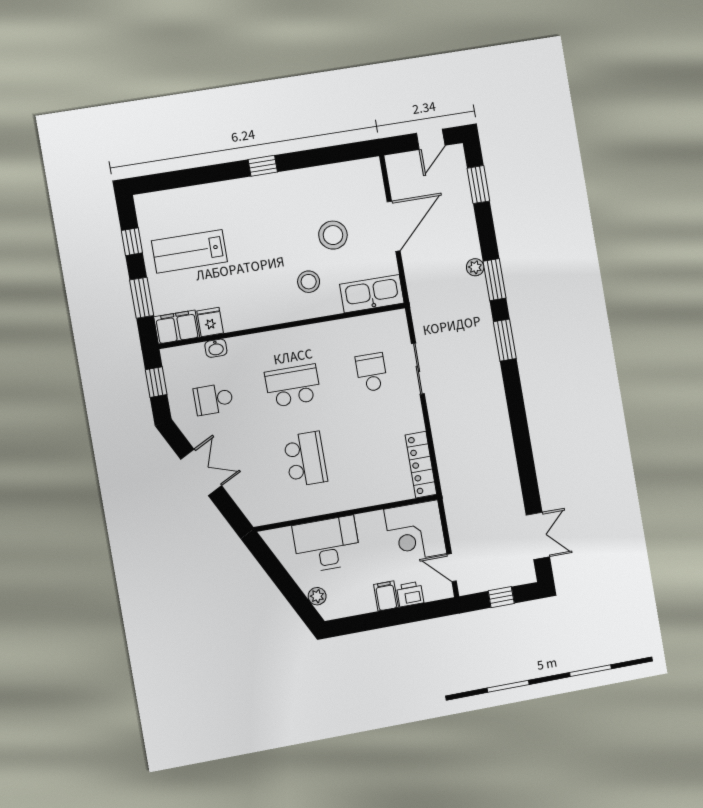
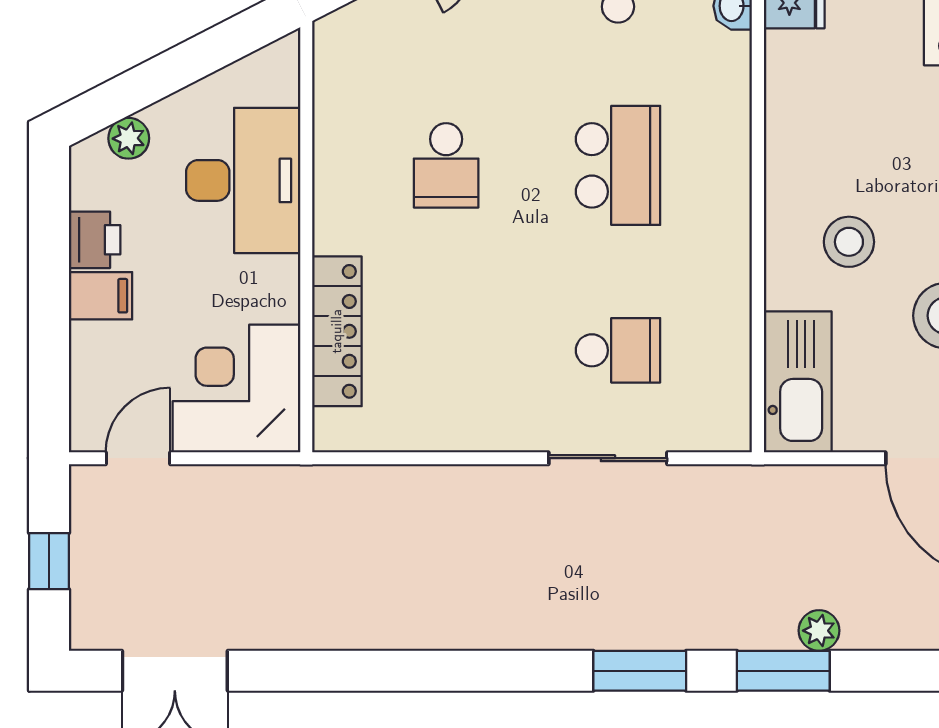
school desk: (305, 459) -> (446, 165), width x0.54
locker: (421, 465) -> (337, 331), moved, turned 90
printer: (410, 594) -> (95, 240), moved

